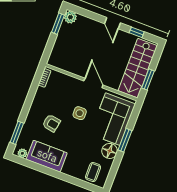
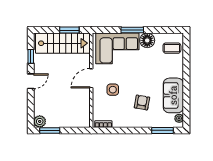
side table: (80, 113) -> (113, 90), moved

